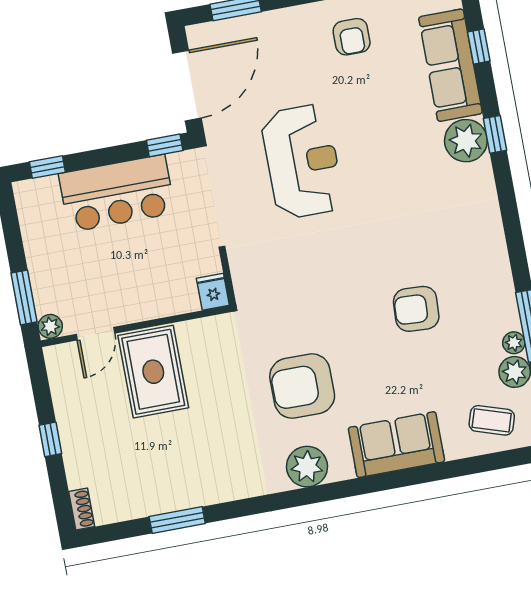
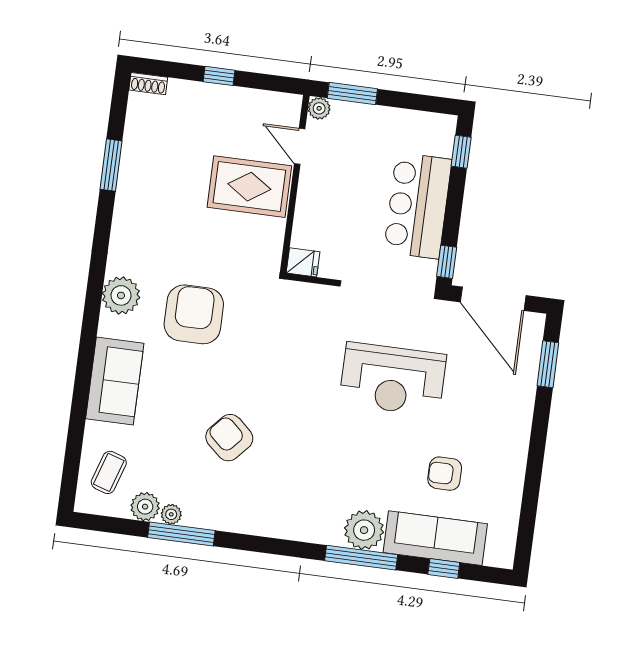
armchair: (352, 37) -> (445, 474), moved
window: (495, 134) -> (361, 558), width x2.17
armchair: (416, 309) -> (229, 438), turned -51

